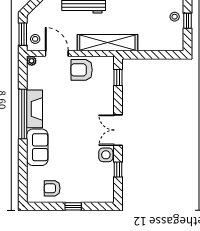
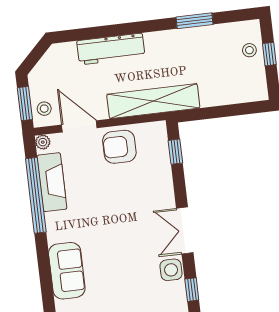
fireplace: (34, 109) -> (52, 182), moved
window: (23, 114) -> (36, 195), moved

